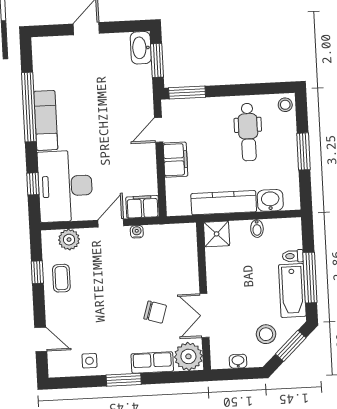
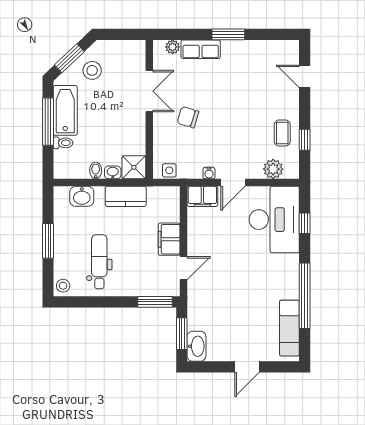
exam couch: (46, 120) -> (289, 328), moved
kitchen counter: (224, 203) -> (126, 196), width x0.67
chair: (155, 312) -> (188, 117), moved
plant: (188, 356) -> (173, 47), width x0.53, depth x0.53
side table: (89, 361) -> (169, 170), moved
washbasin: (238, 361) -> (113, 172), moved, turned 180

